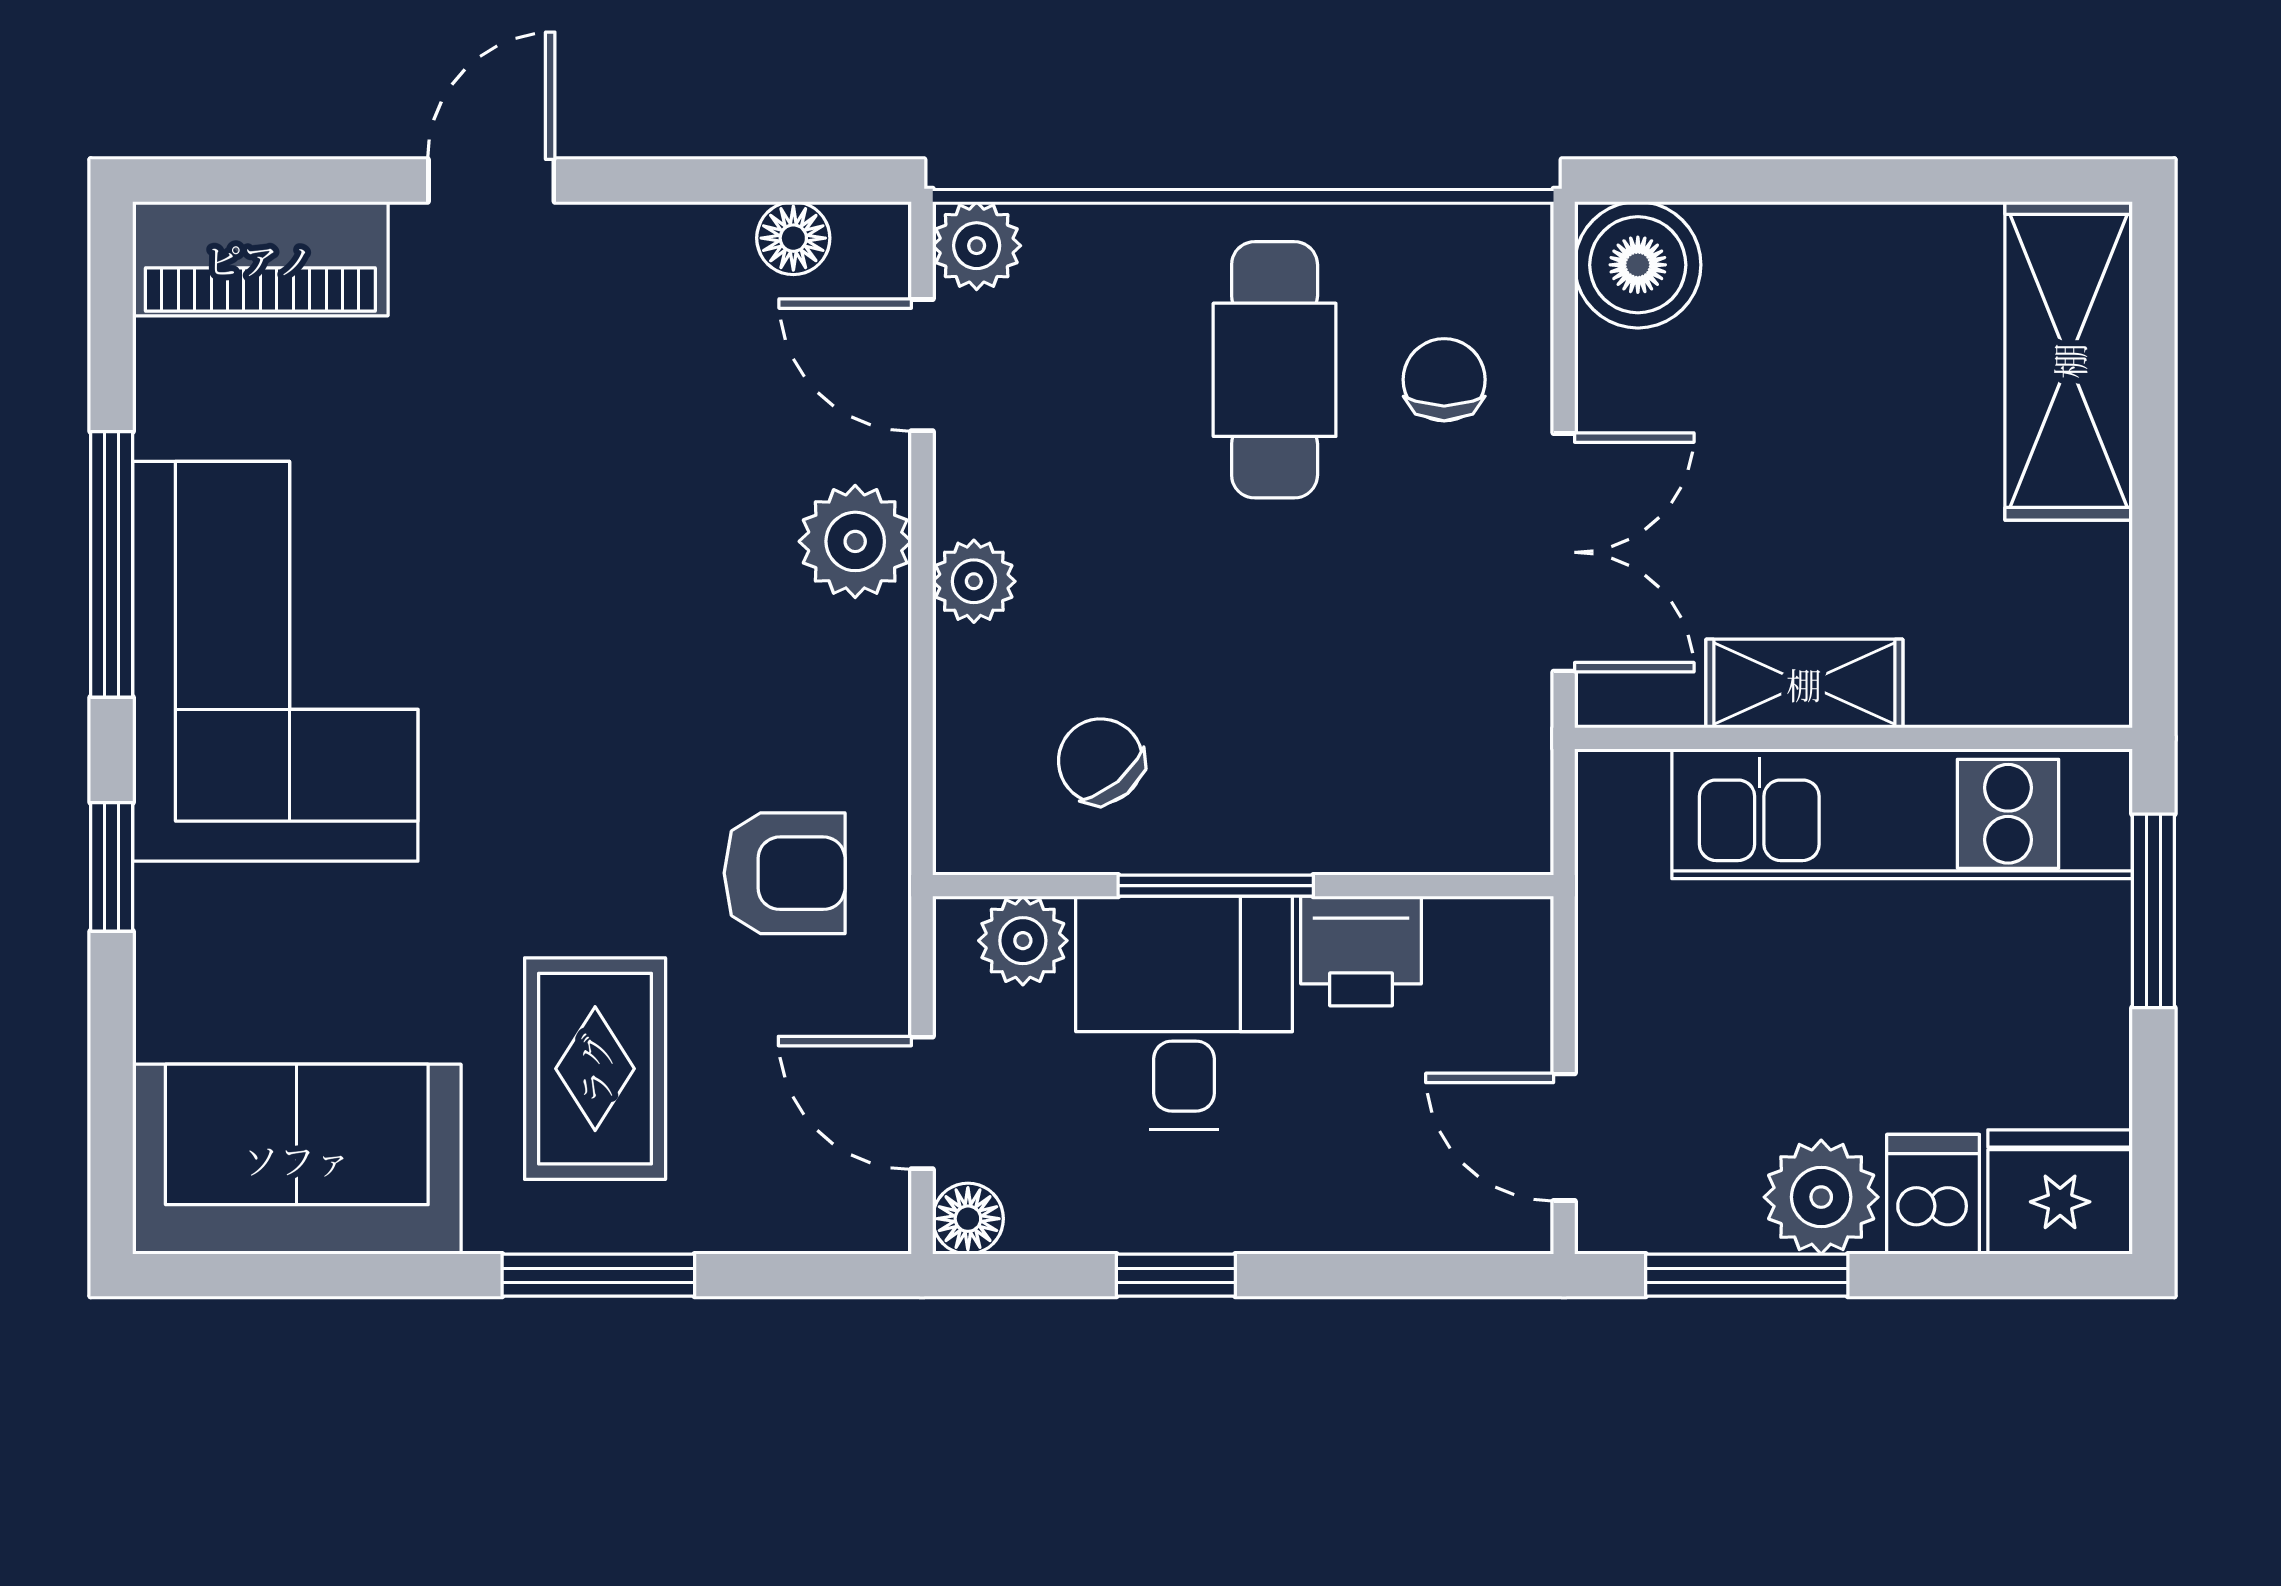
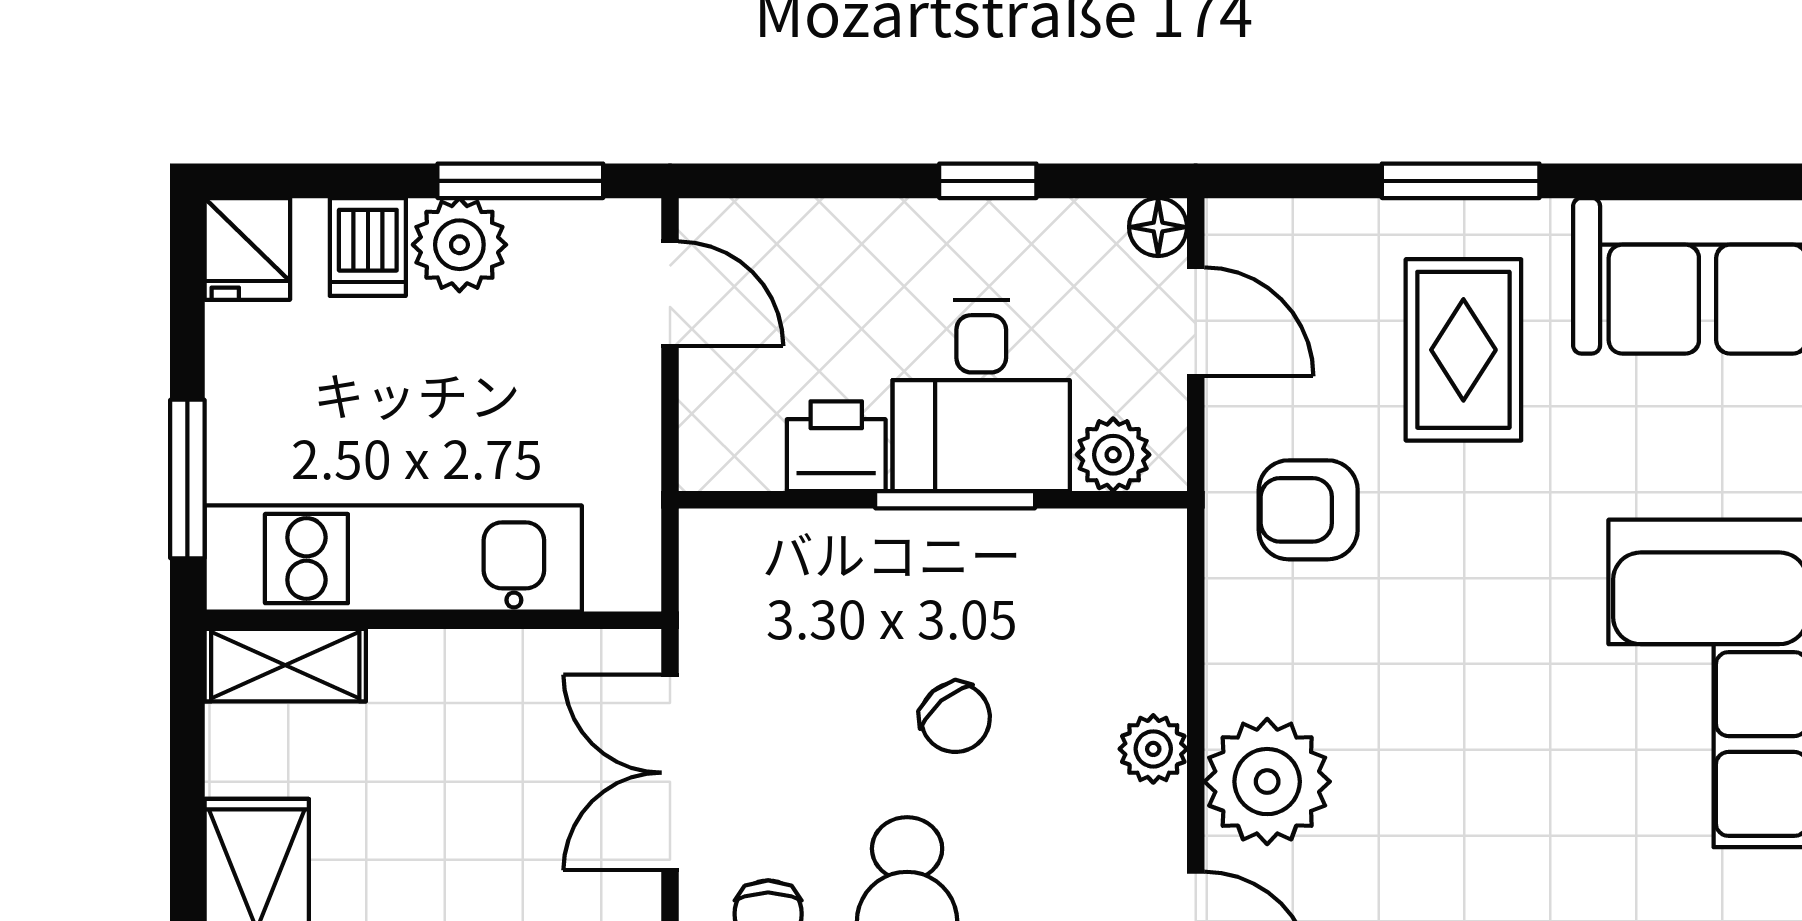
plant: (855, 541) -> (1267, 782), width x1.36, depth x1.36
shelving: (1804, 684) -> (285, 665), moved
chair: (1101, 761) -> (955, 717), moved
fridge: (2060, 1192) -> (247, 249), width x0.72

